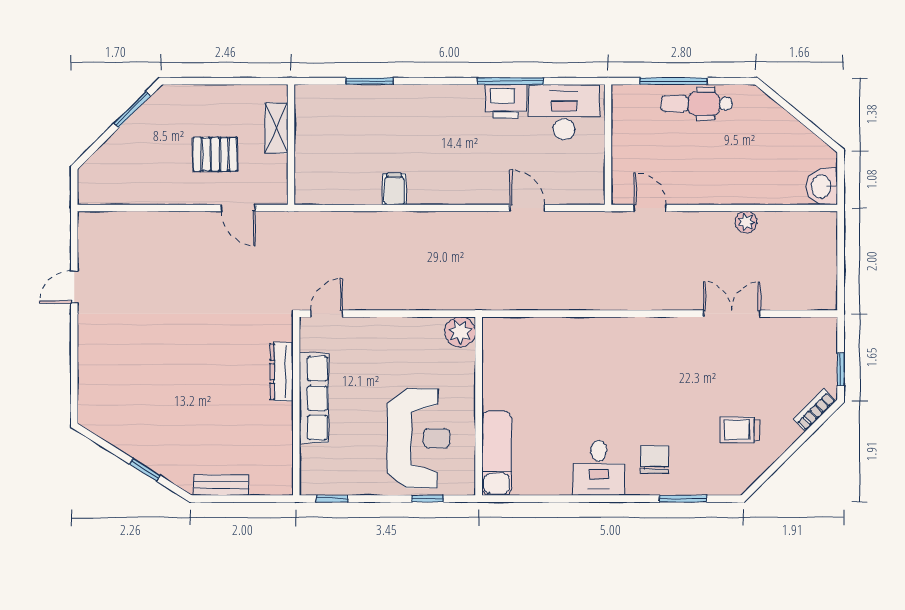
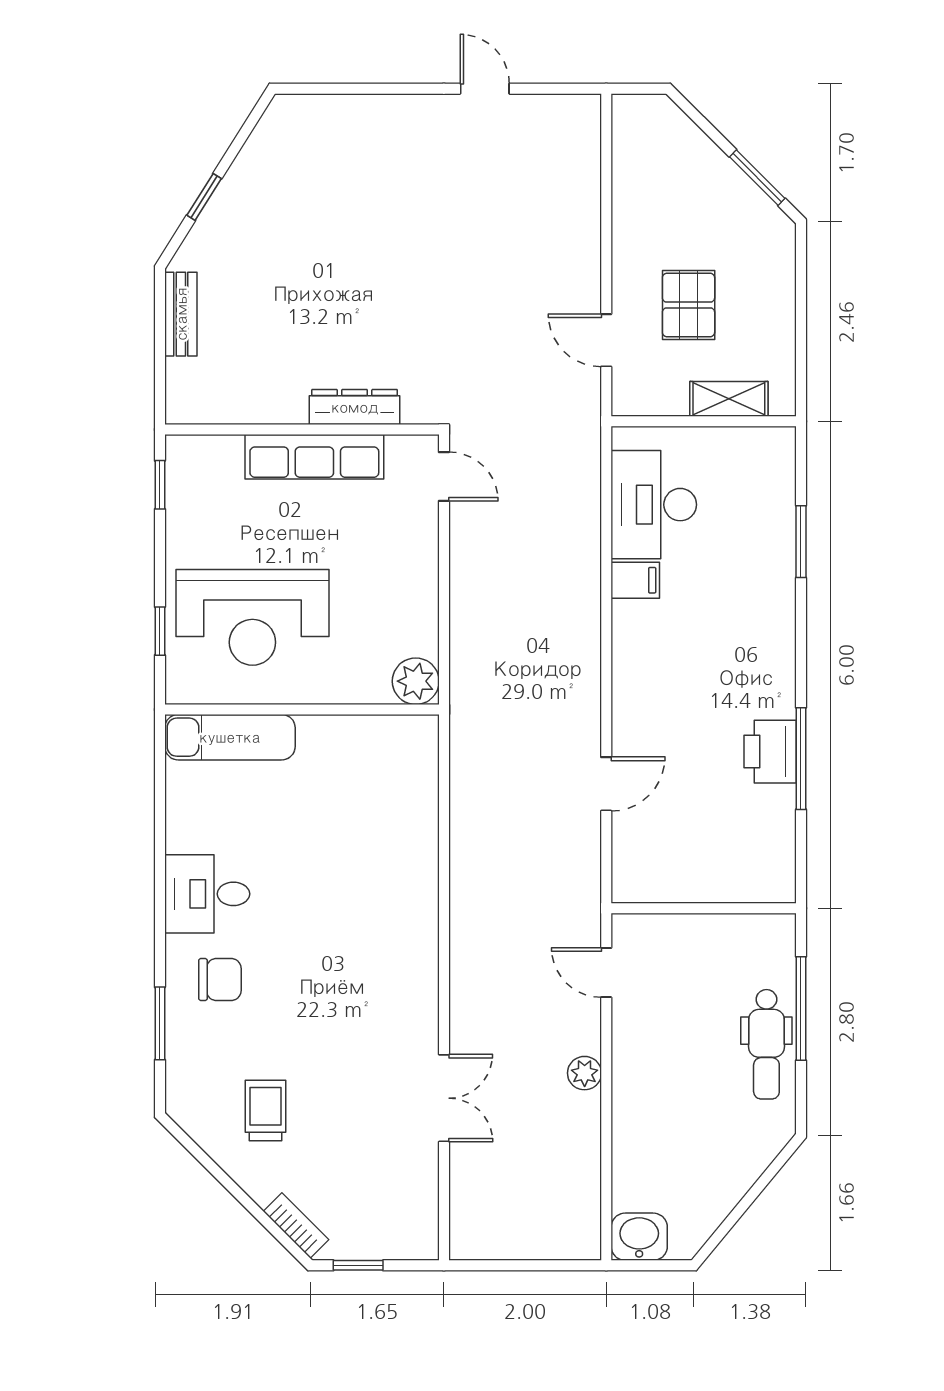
dental chair: (697, 104) -> (766, 1044), turned 180
desk: (564, 112) -> (654, 505), moved, turned 180
door: (238, 208) -> (606, 340), hinge flipped
door: (650, 208) -> (606, 973), swing flipped
plant: (746, 222) -> (585, 1073), moved

